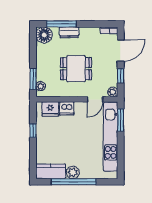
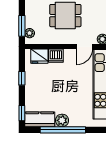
window: (33, 165) -> (22, 113), added

